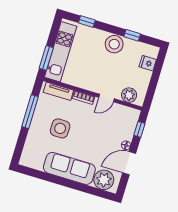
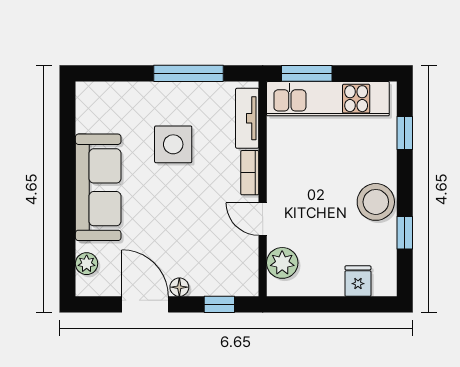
plant: (104, 180) -> (87, 264), width x0.53, depth x0.53

